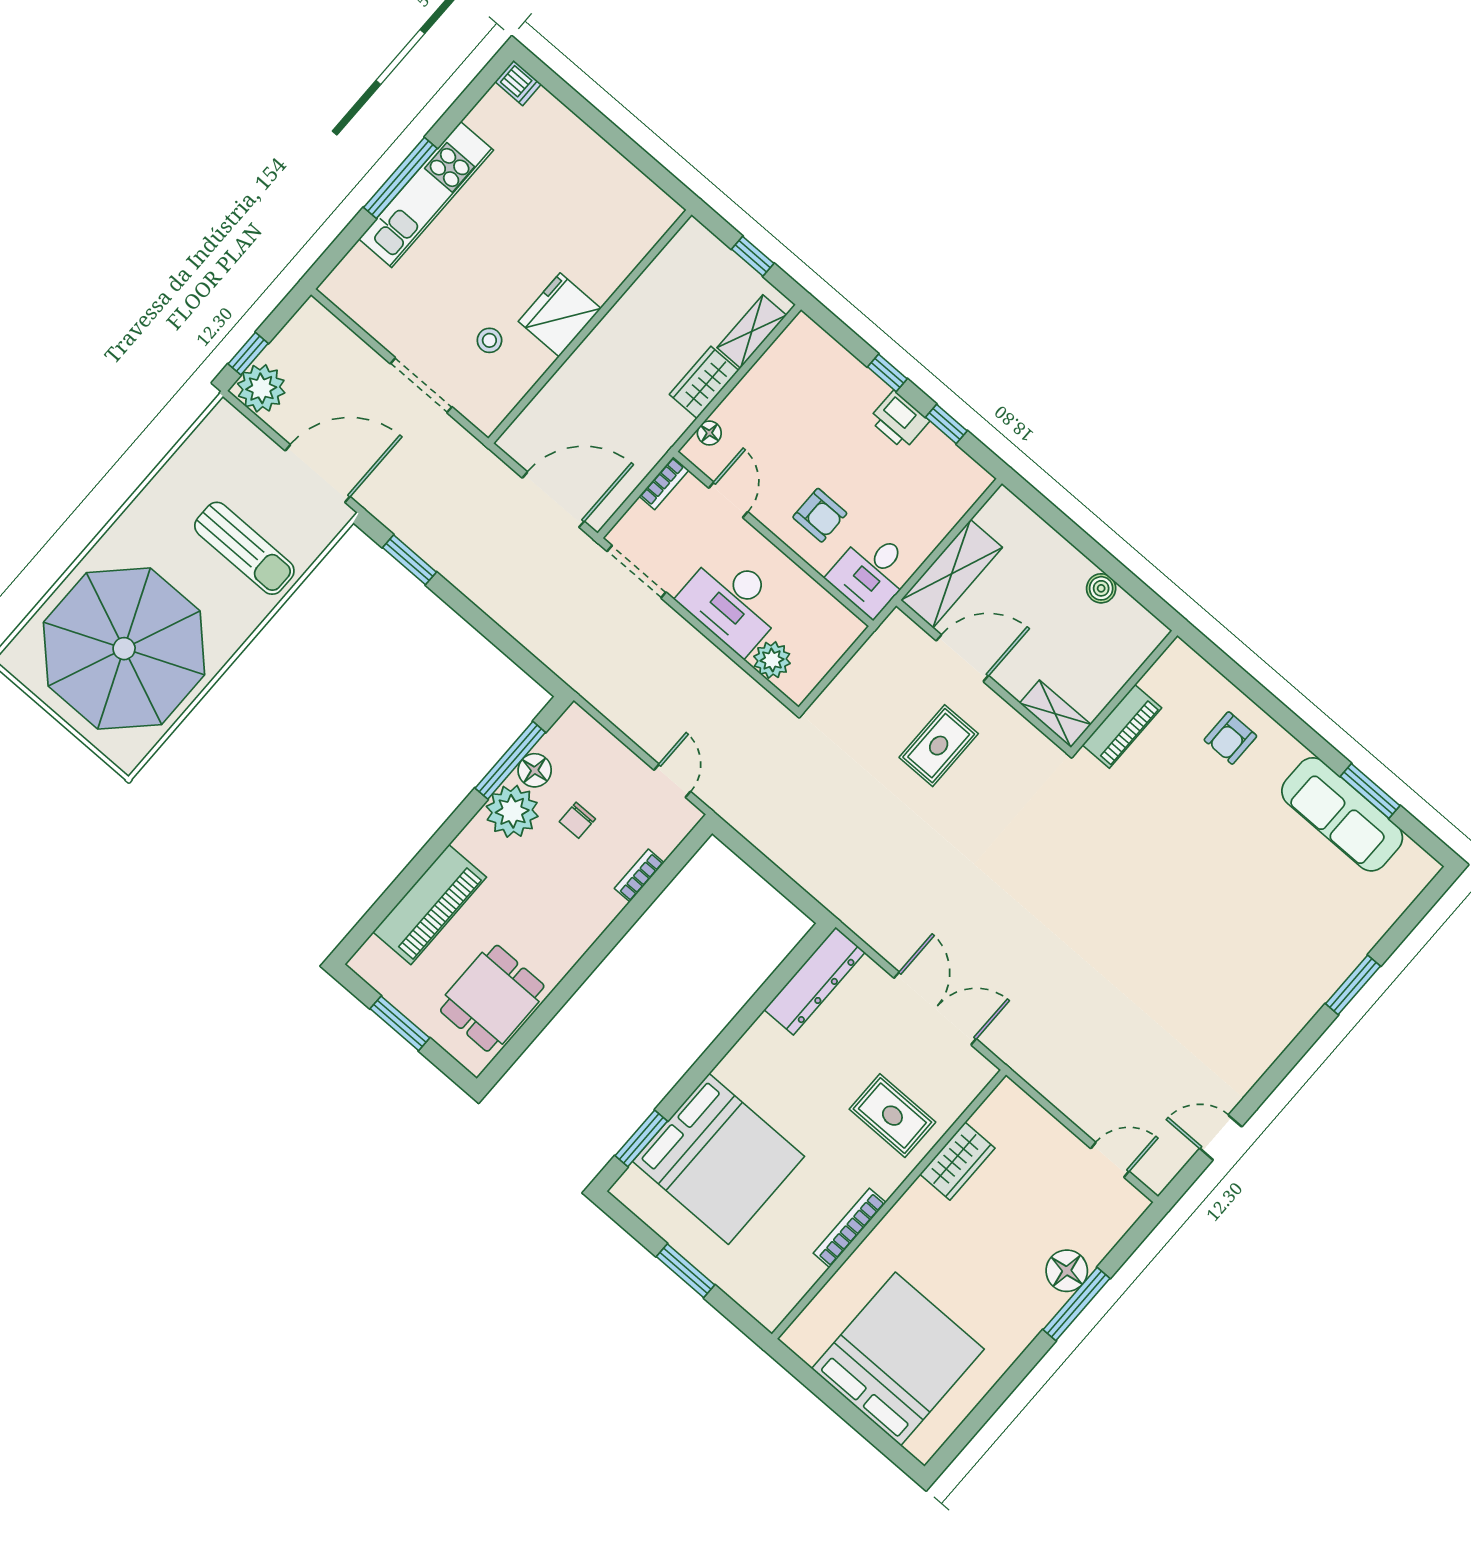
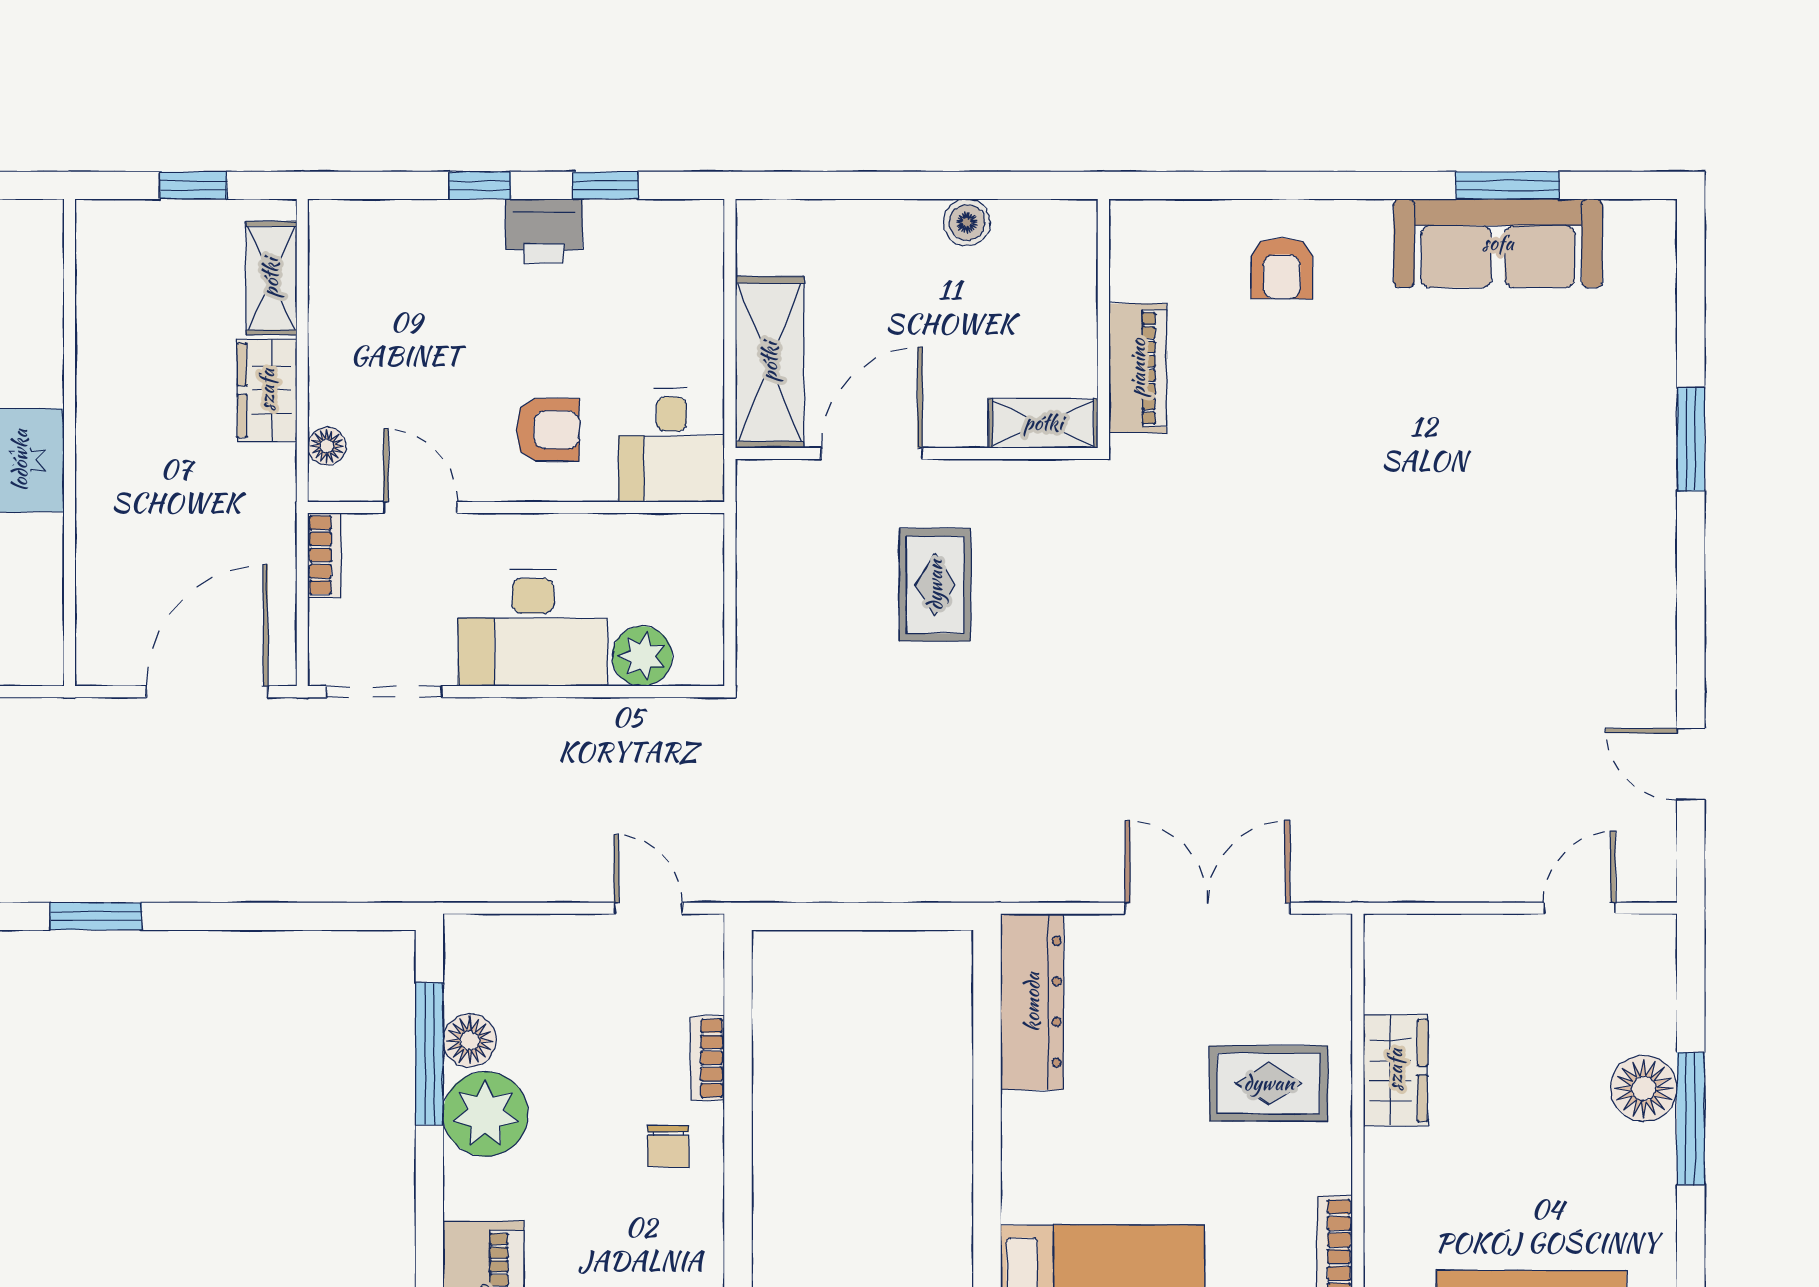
chair: (577, 820) -> (668, 1146), moved
door: (1221, 1137) -> (1691, 764), hinge flipped

